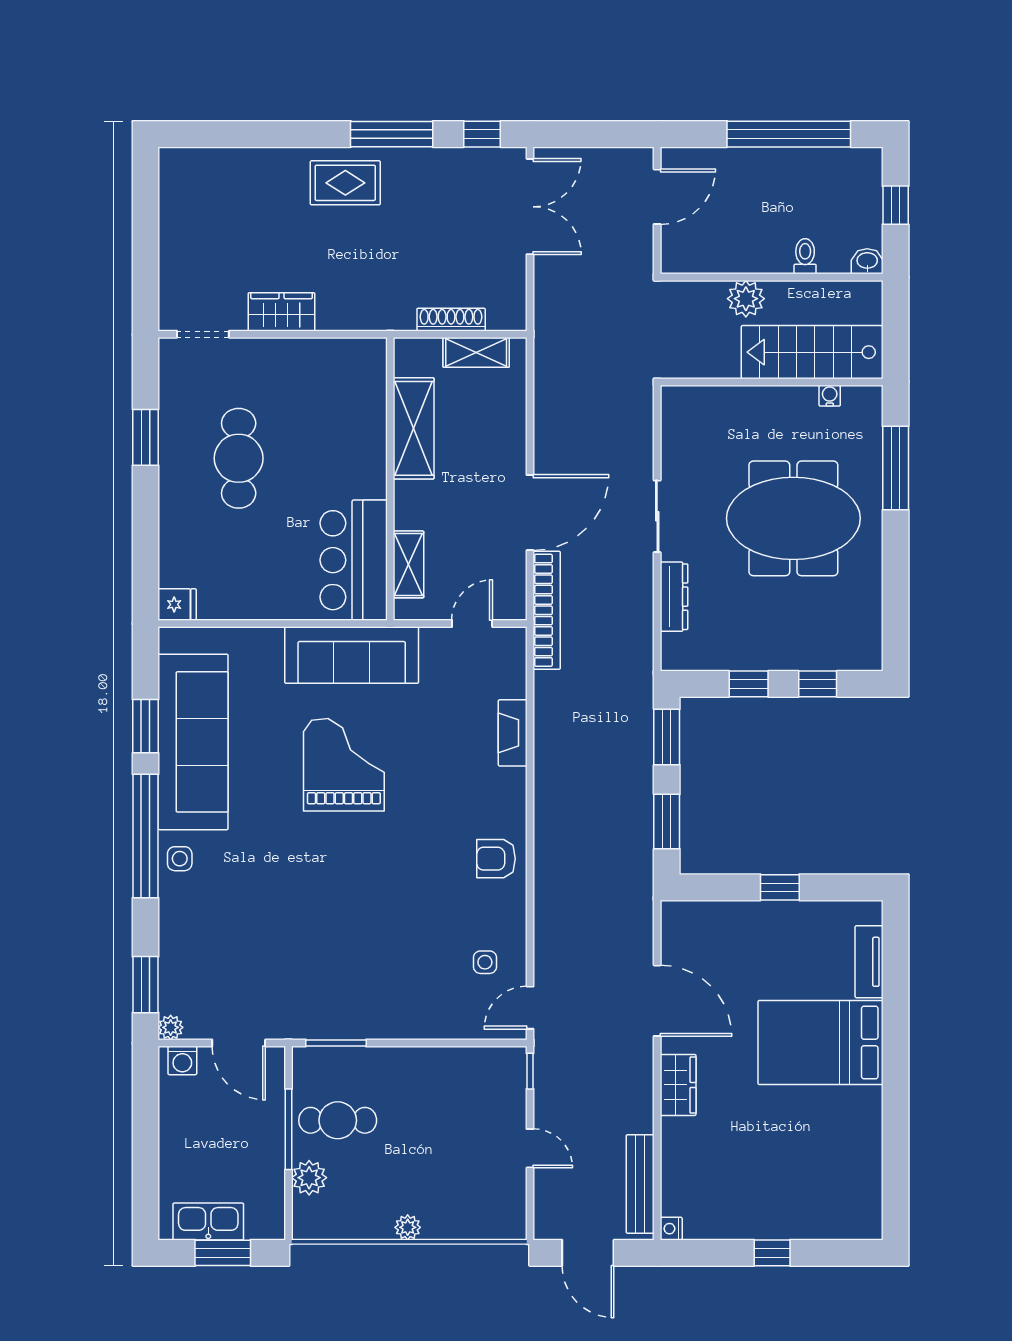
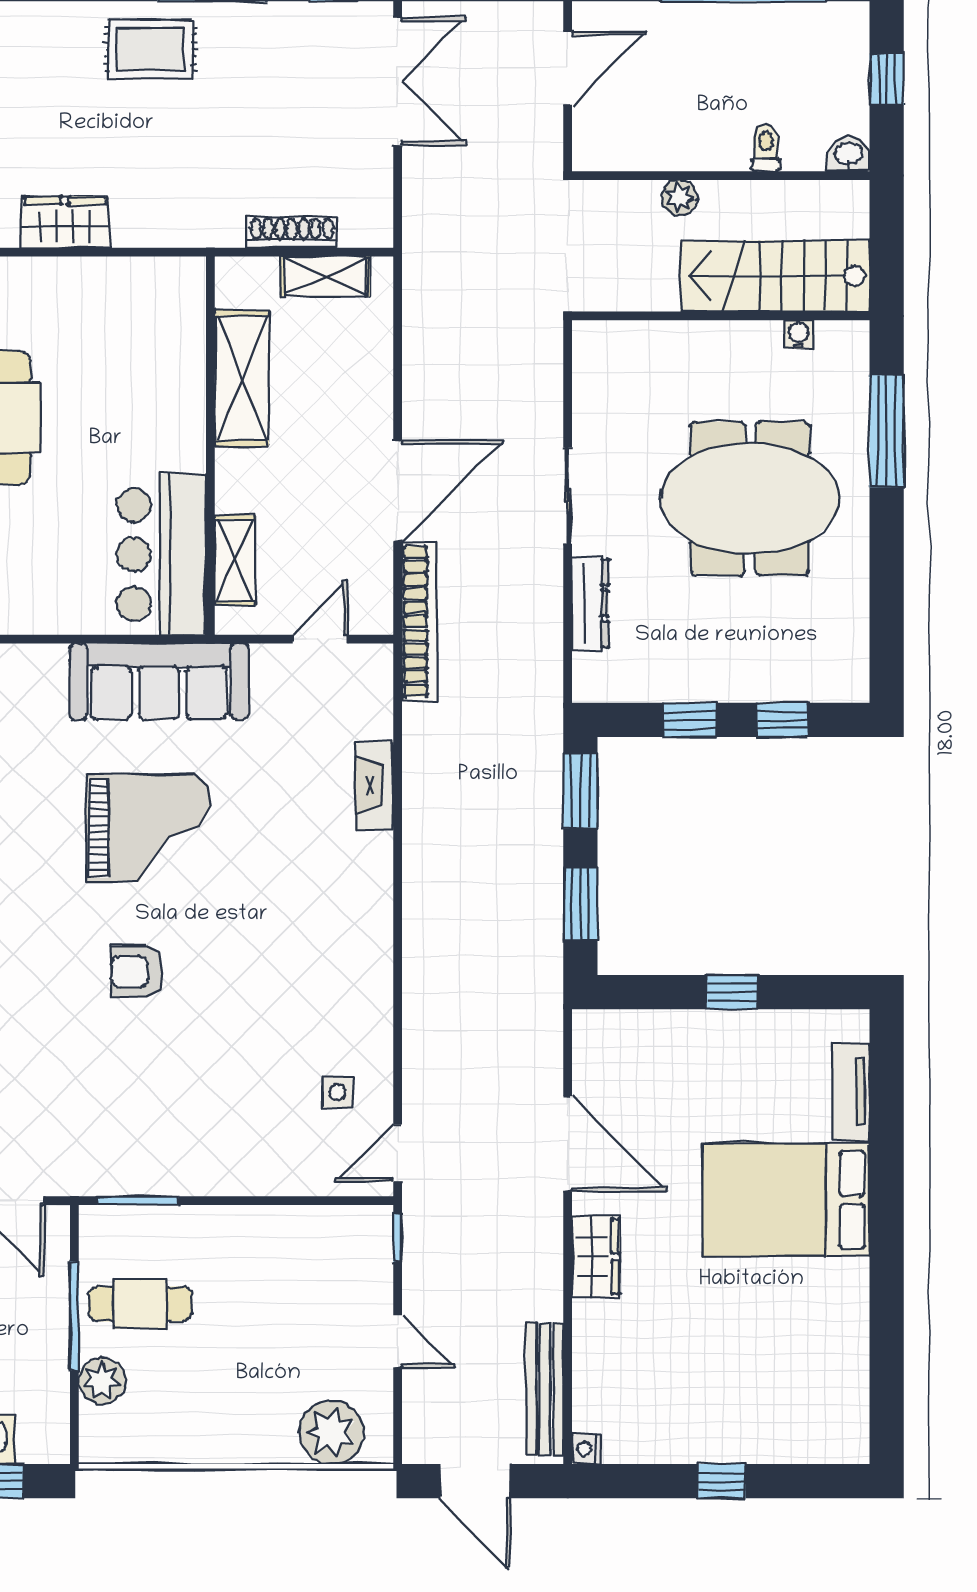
plant: (746, 299) -> (680, 198), width x0.73, depth x0.73
grand piano: (344, 765) -> (148, 828), turned 90
armchair: (496, 859) -> (137, 972), moved
plant: (408, 1227) -> (331, 1432), moved, width x1.87, depth x1.87

